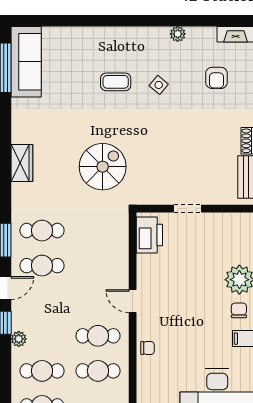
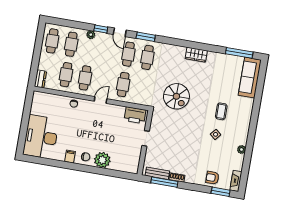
sofa: (26, 62) -> (250, 78), moved, turned 90
armchair: (216, 78) -> (212, 178), moved
wardrobe: (22, 163) -> (196, 55), moved
cafe table: (98, 266) -> (123, 85), added

